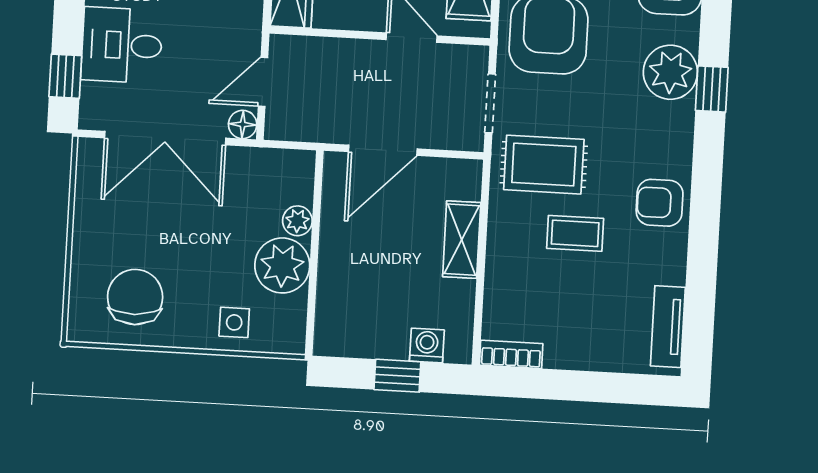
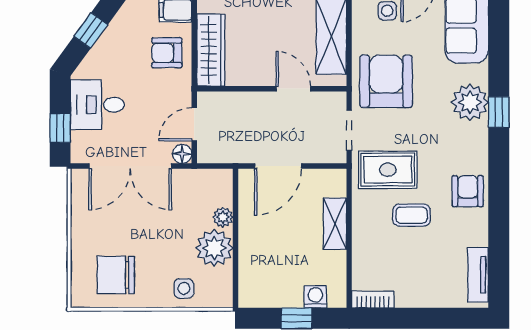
armchair: (660, 203) -> (468, 191), turned 90
chair: (135, 297) -> (116, 275), turned -88

